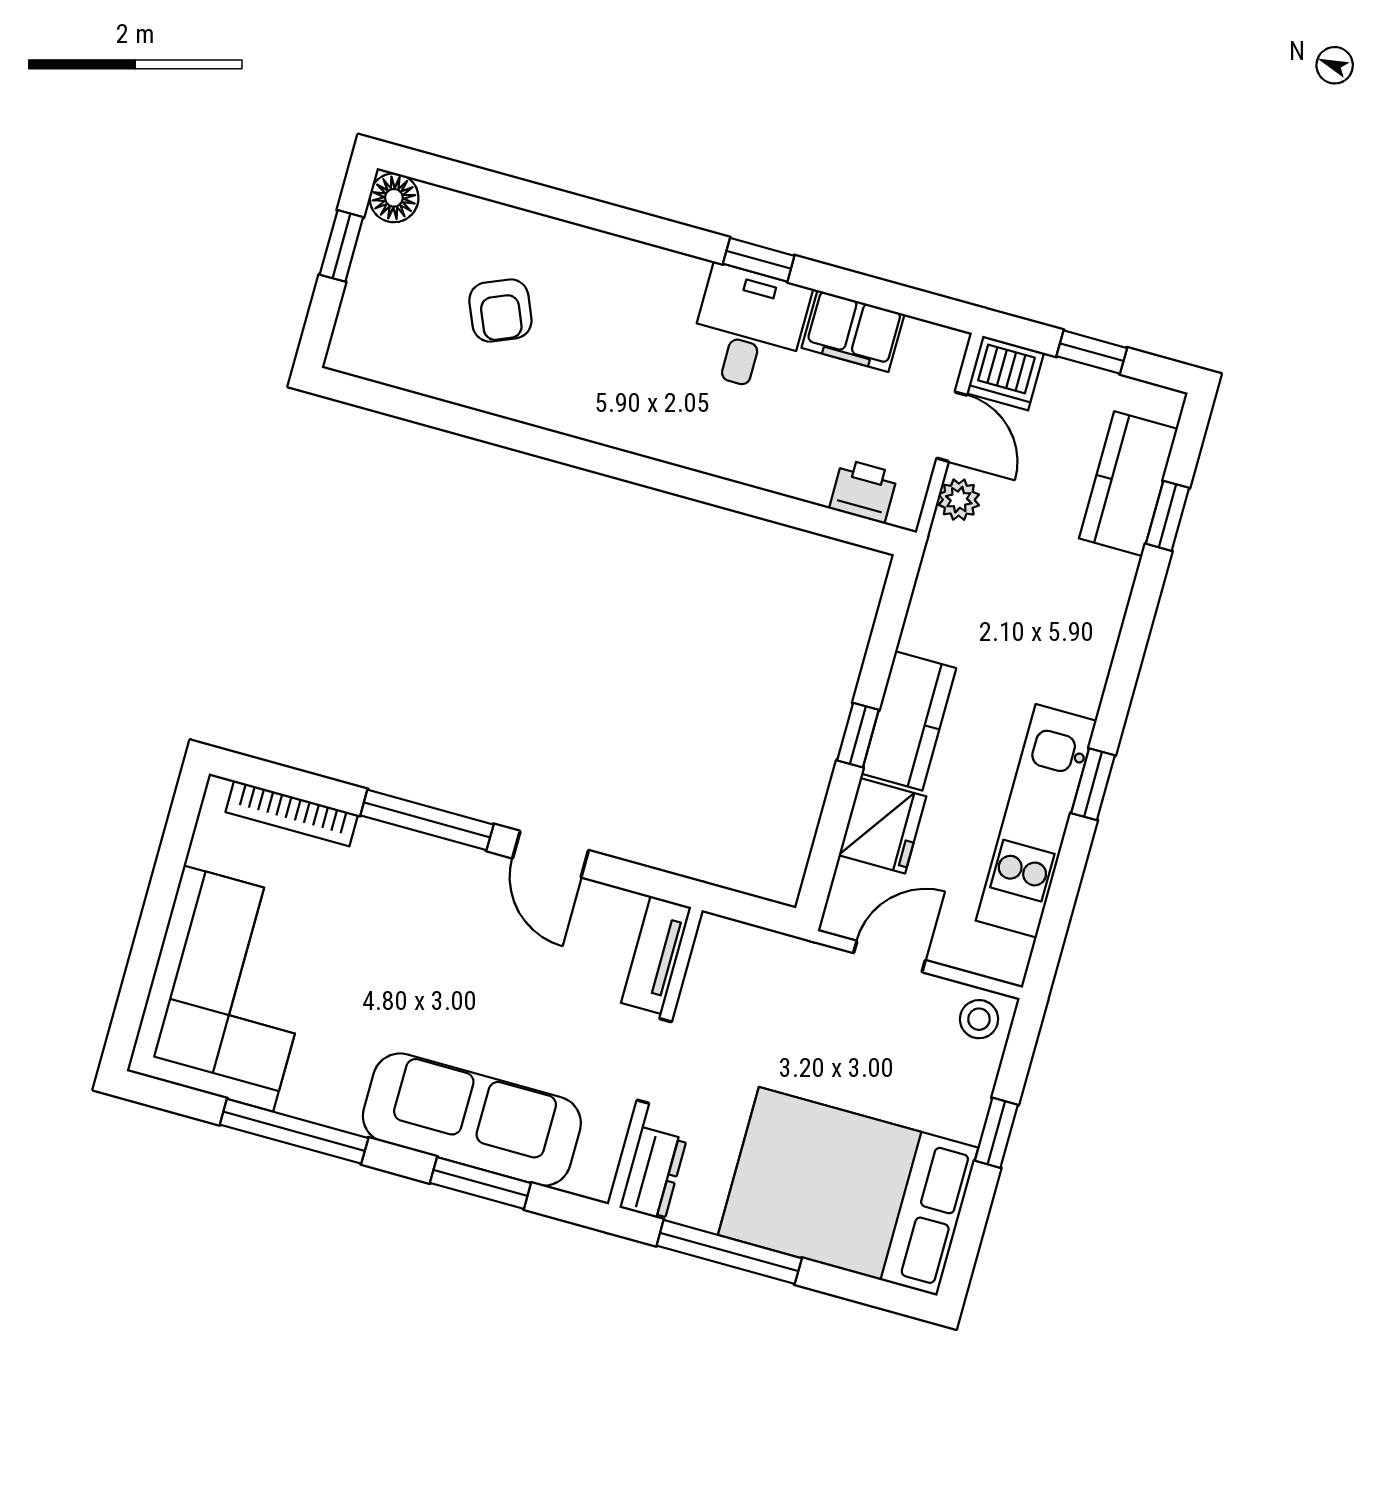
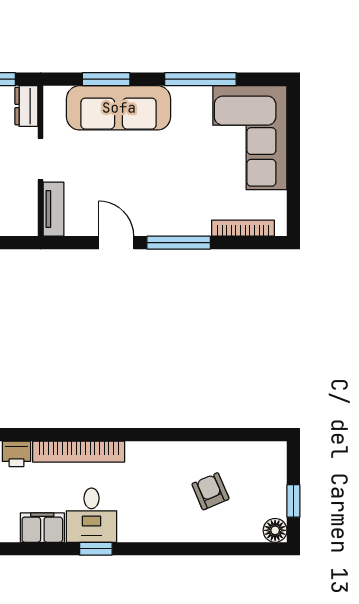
bookcase: (739, 461) -> (79, 452), added

